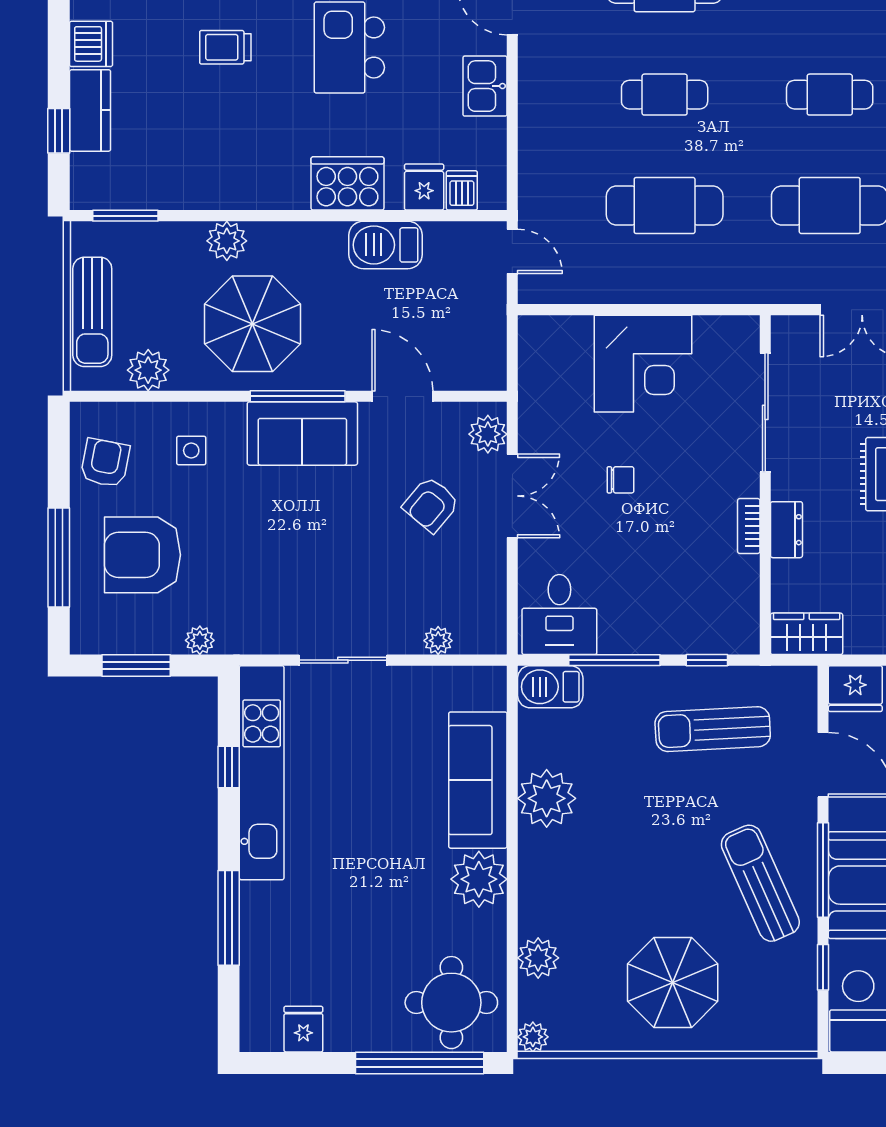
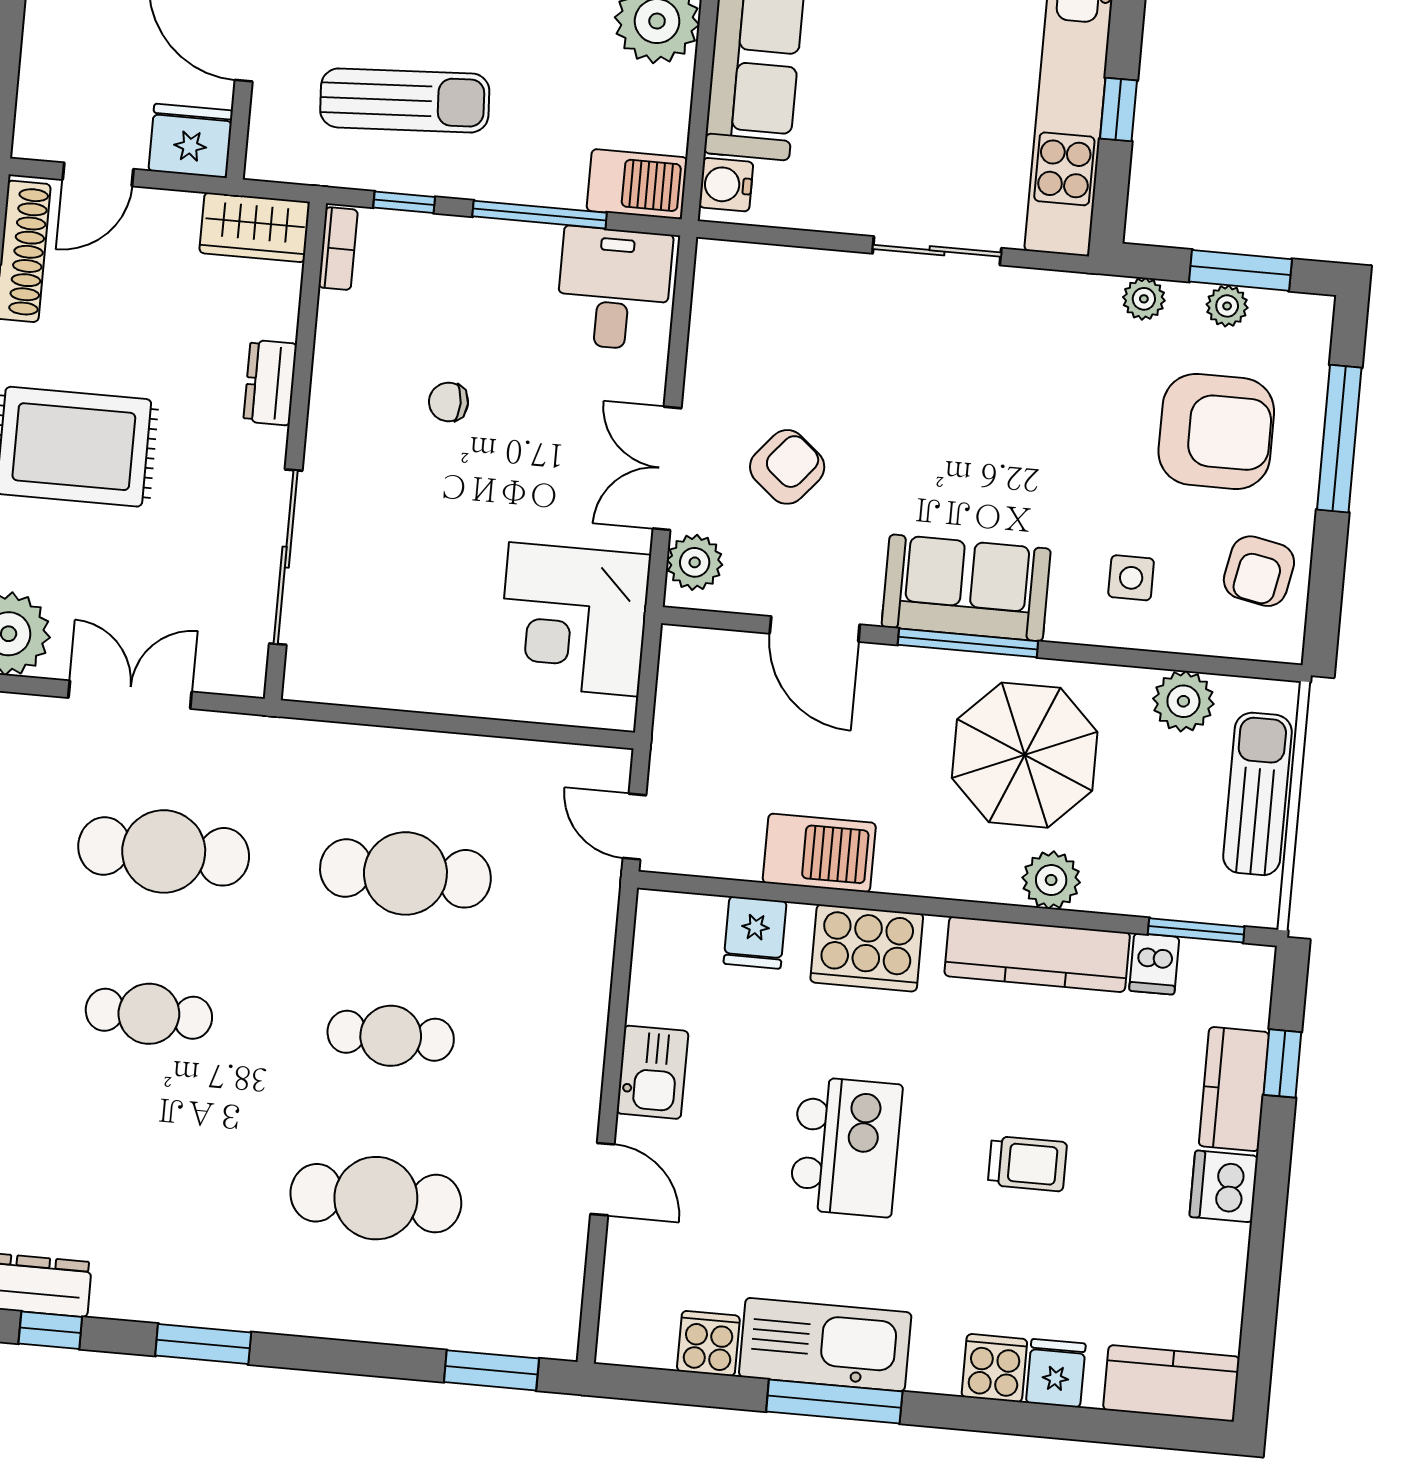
kitchen counter: (232, 190) -> (1037, 954), added
dishwasher: (462, 190) -> (1154, 964), moved
corner desk: (643, 364) -> (574, 619), moved, turned -90
chair: (620, 480) -> (448, 402), moved
bookcase: (749, 526) -> (338, 249), moved
plant: (438, 641) -> (1227, 306), moved
water cooler: (490, 692) -> (726, 185), added

